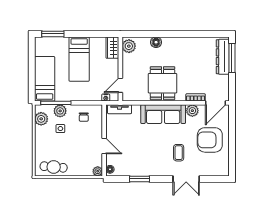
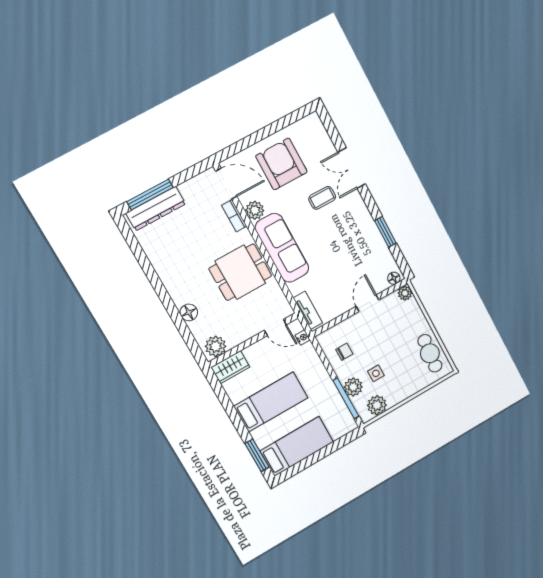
bed: (45, 79) -> (297, 446), moved, turned 180
armchair: (210, 140) -> (281, 164), turned 180
double door: (186, 179) -> (352, 168), swing flipped

